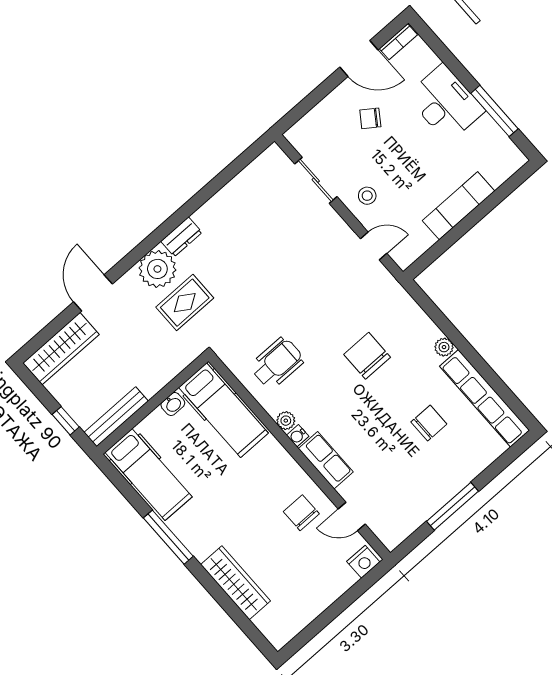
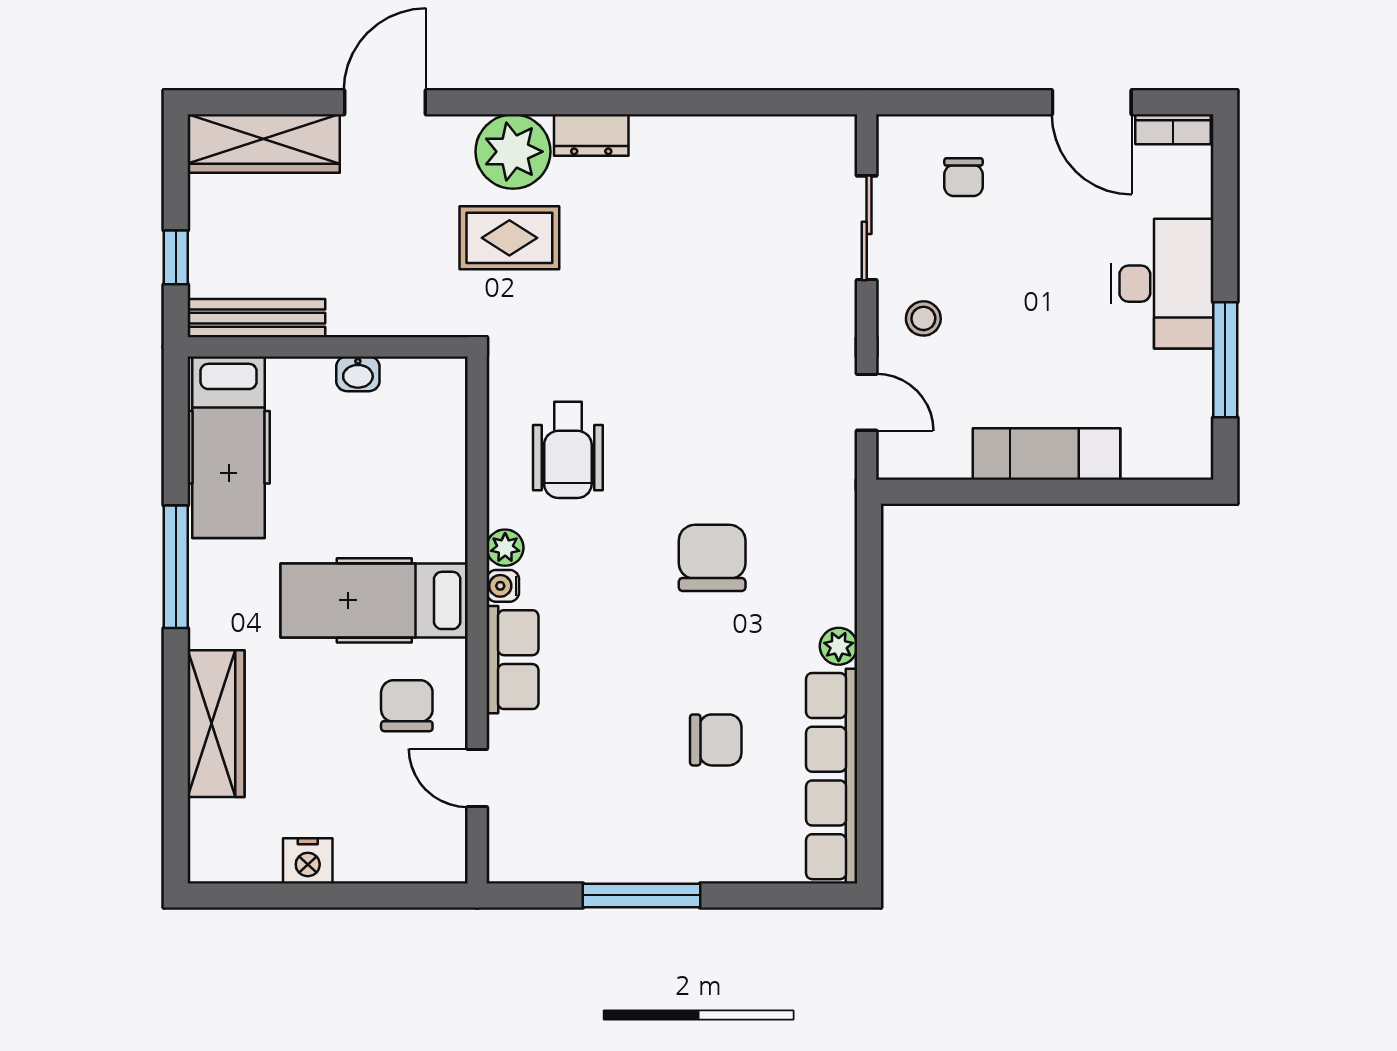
chair: (370, 118) -> (964, 177), moved, turned -125
wheelchair: (277, 363) -> (568, 450), turned 90
hospital bed: (223, 410) -> (374, 600), moved, turned 90
nightstand: (363, 562) -> (308, 861), moved

